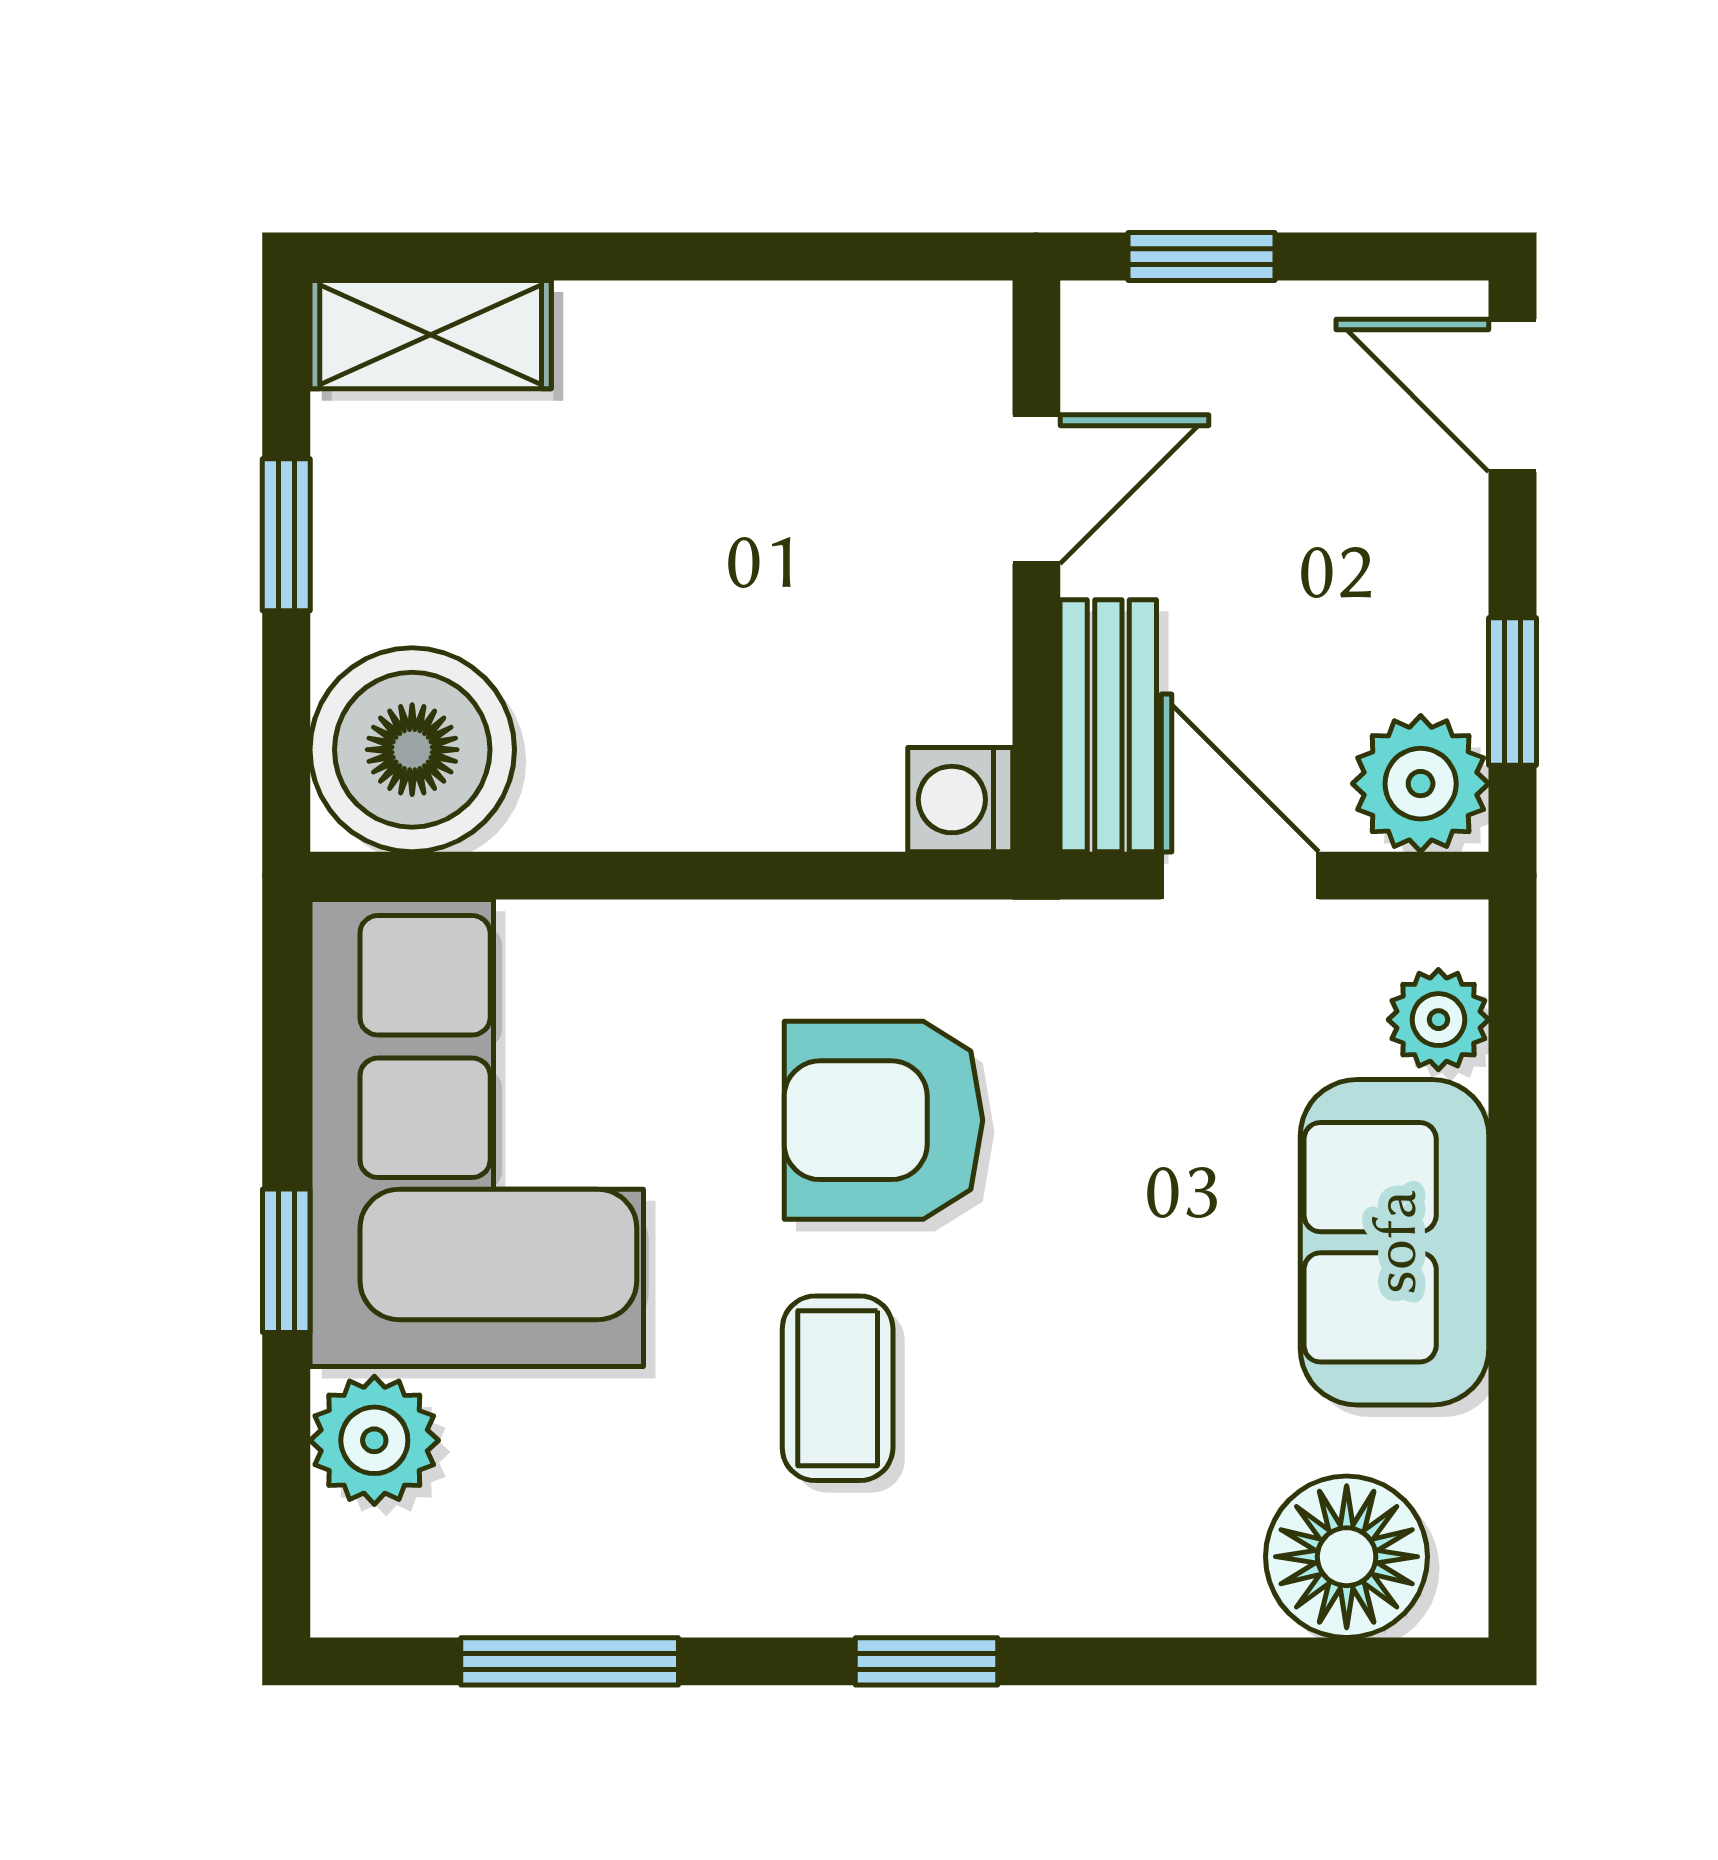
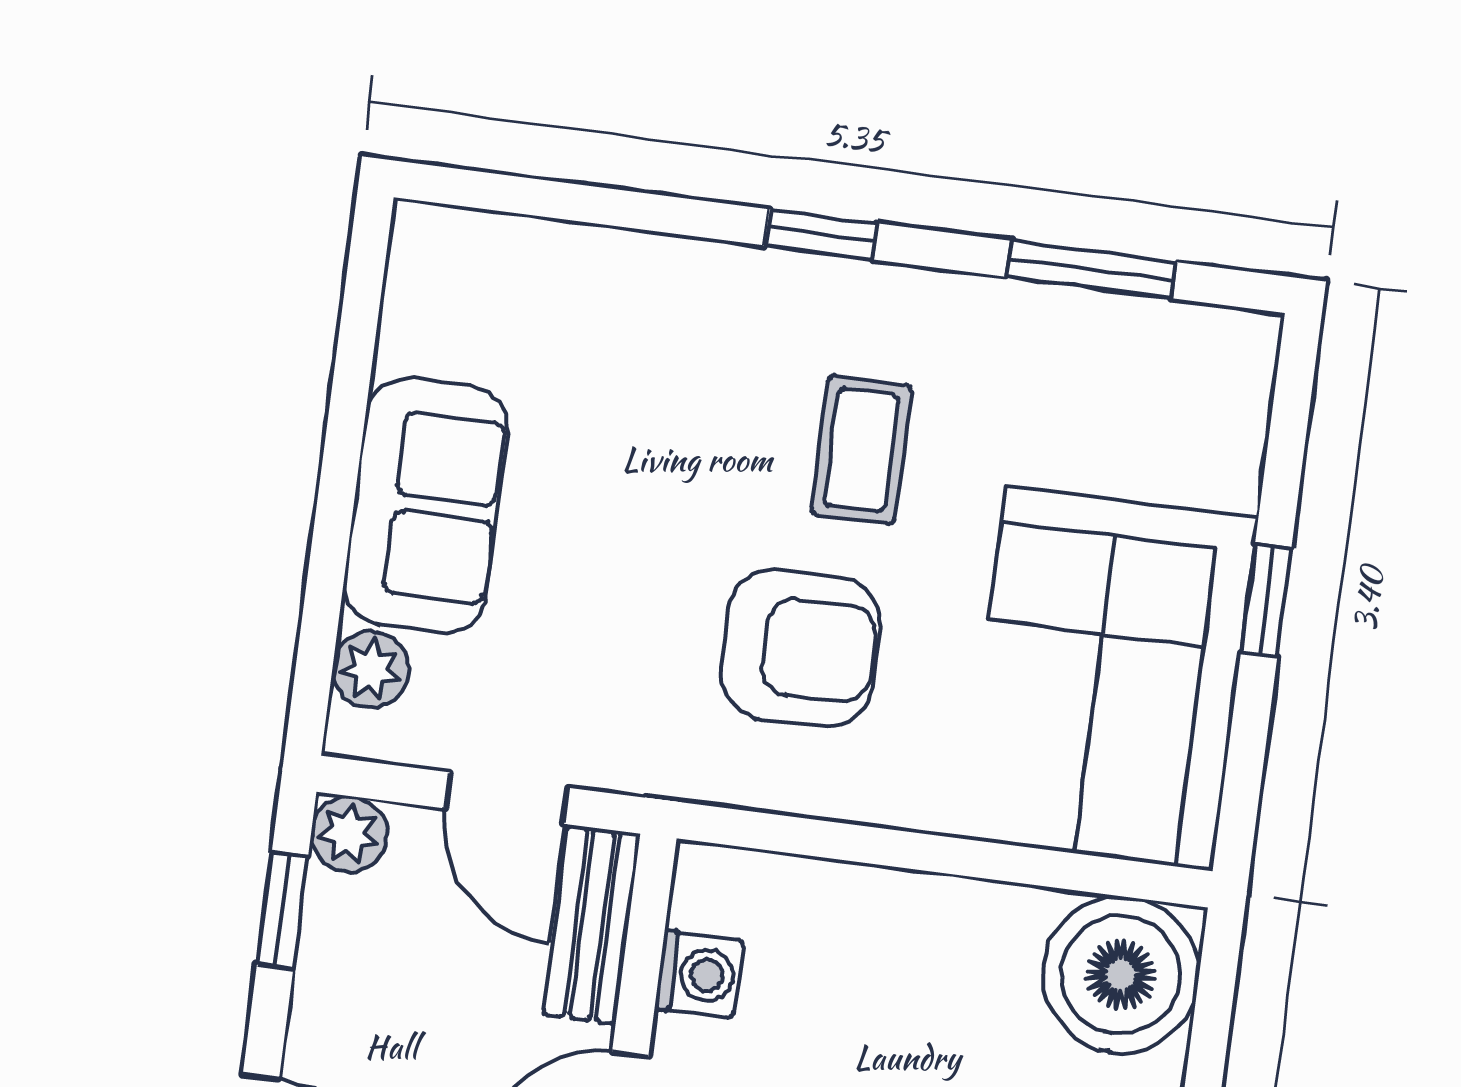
plant: (1421, 784) -> (349, 834), width x0.73, depth x0.73
washing machine: (960, 800) -> (699, 974), moved
plant: (374, 1440) -> (1217, 456), removed
floor lamp: (1347, 1557) -> (493, 272), removed

